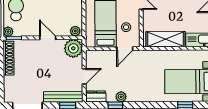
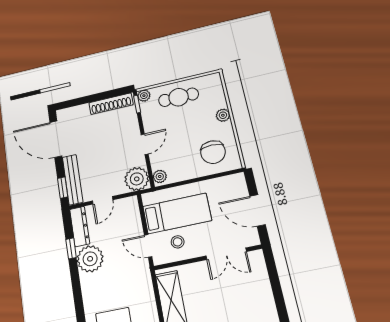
door: (84, 76) -> (103, 200), hinge flipped
dresser: (96, 96) -> (80, 226), width x1.44
plant: (121, 97) -> (90, 259), width x1.87, depth x1.87

